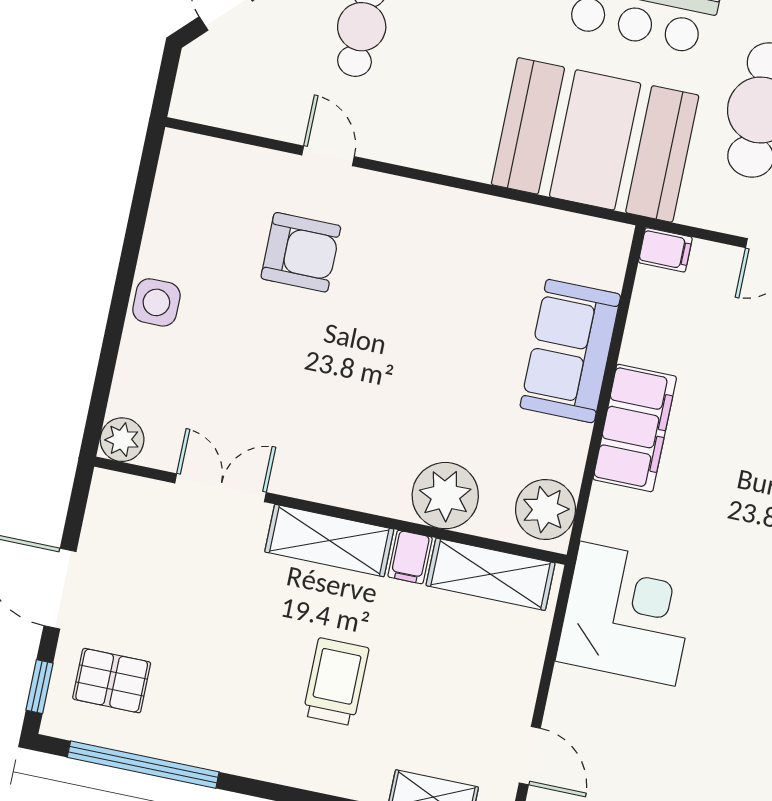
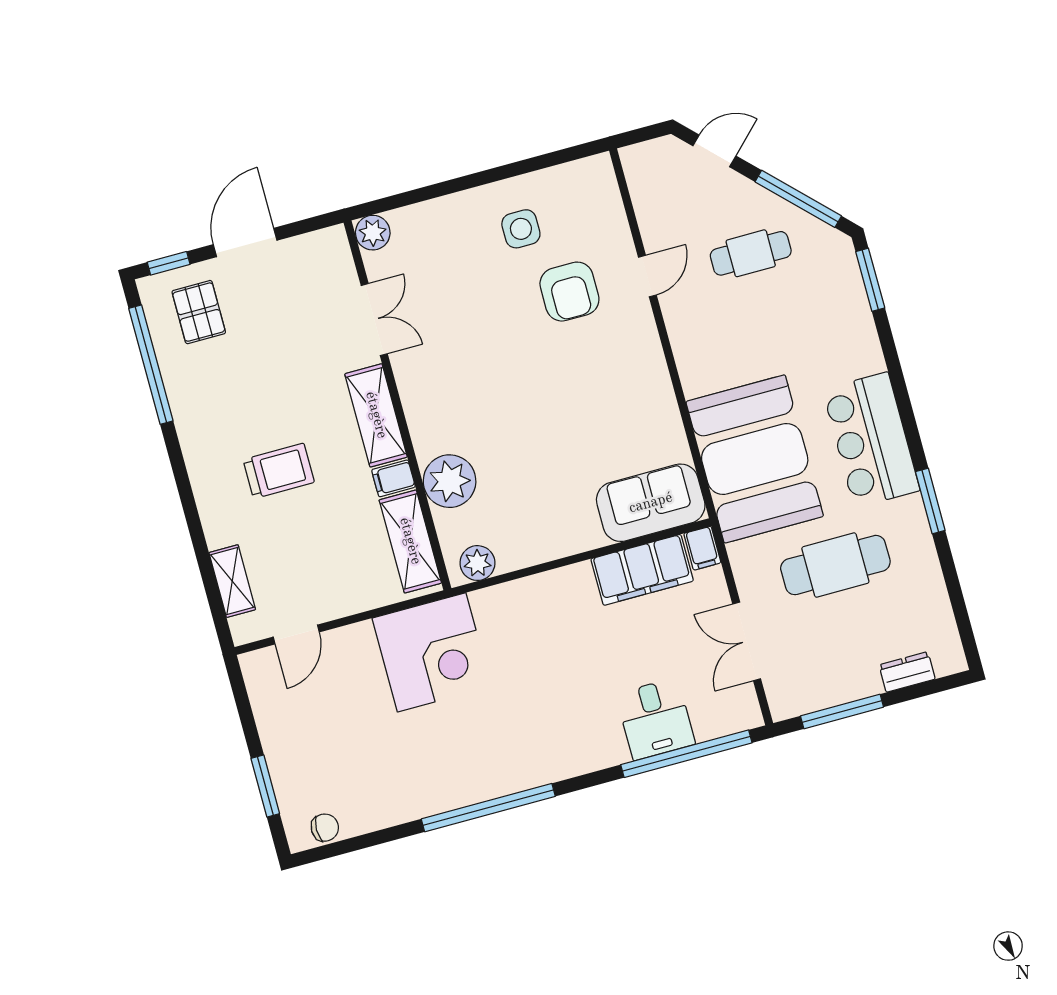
side table: (156, 302) -> (521, 229), moved
sofa: (570, 351) -> (651, 503), moved
filing cabinet: (635, 428) -> (642, 570), moved
plant: (545, 509) -> (477, 563), width x0.73, depth x0.73

